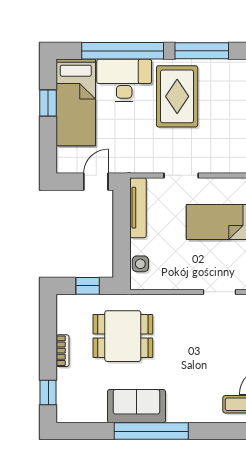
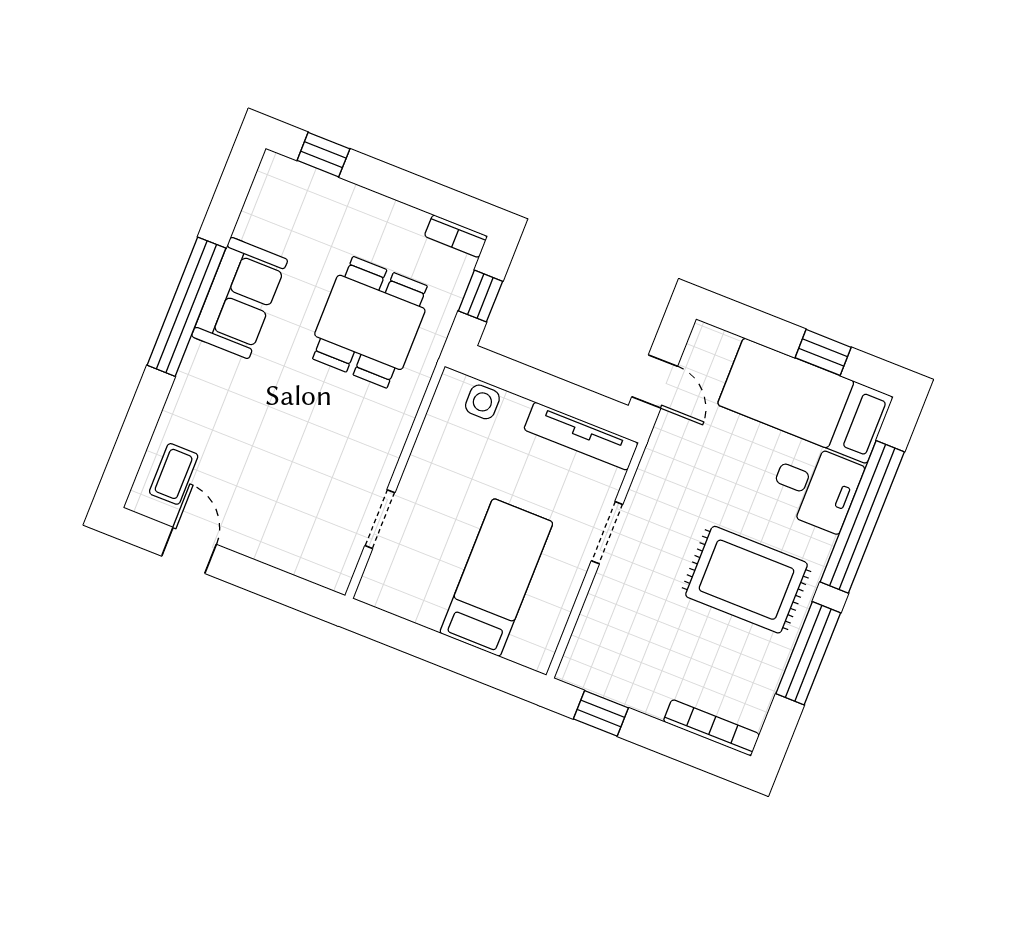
desk: (124, 80) -> (815, 487), width x0.73
bookcase: (63, 351) -> (456, 236), moved

